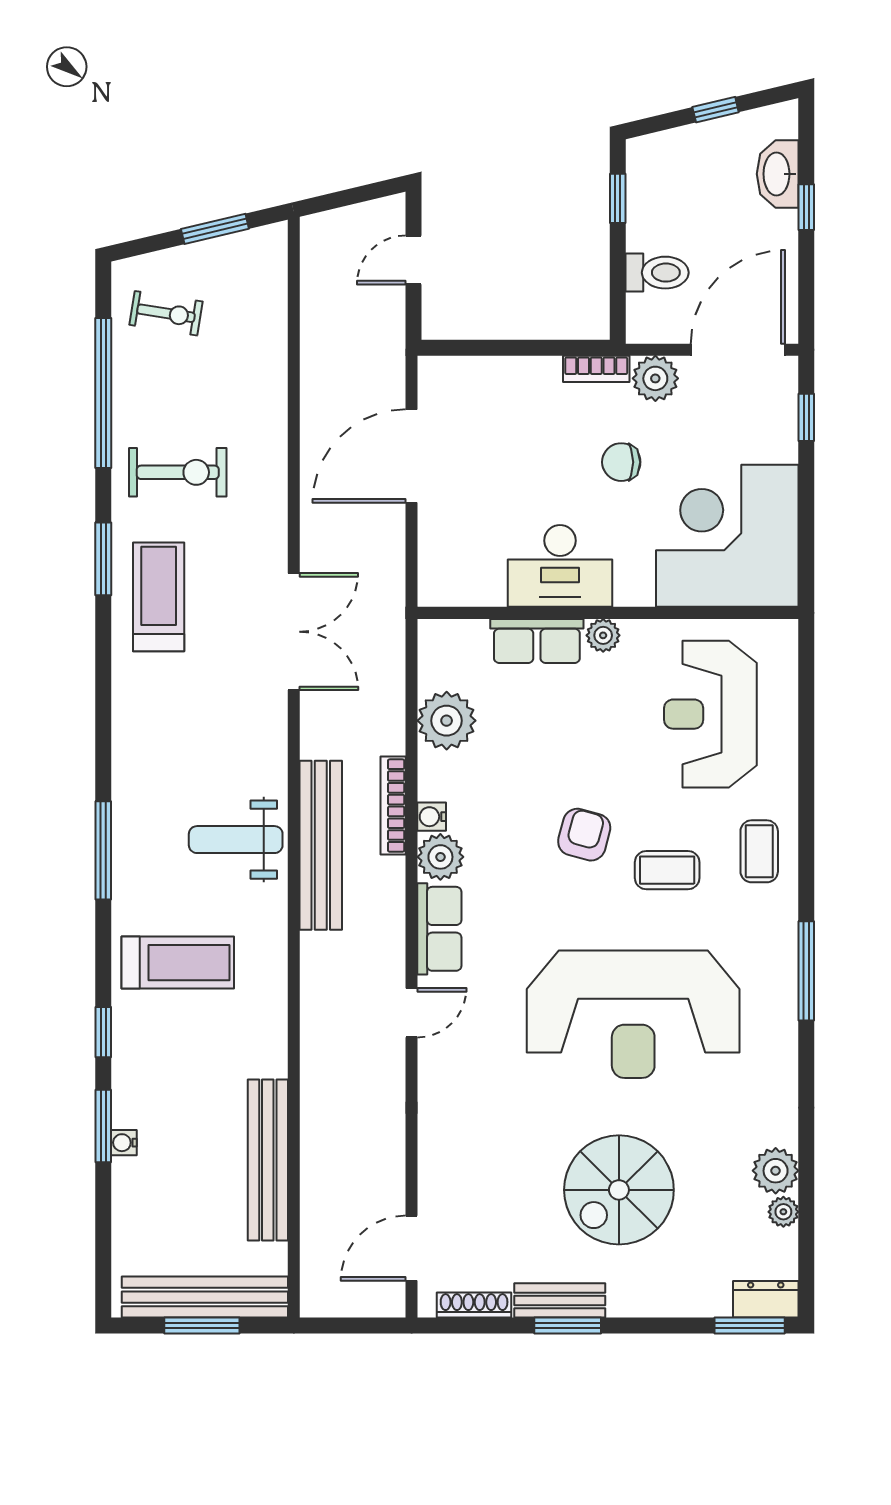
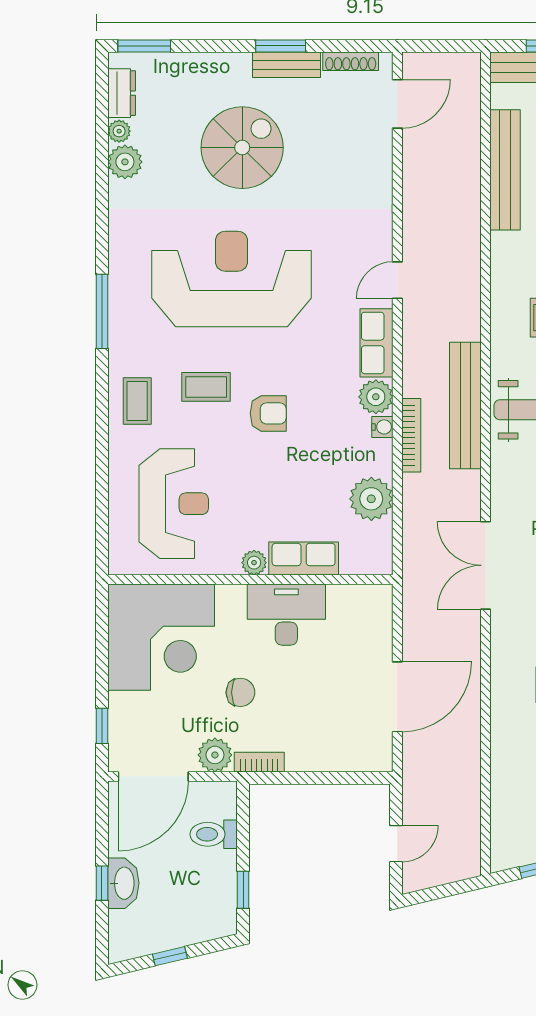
washbasin: (778, 174) -> (123, 883), moved
armchair: (584, 835) -> (268, 413), turned -105
dresser: (766, 1299) -> (122, 93), moved, turned -90

